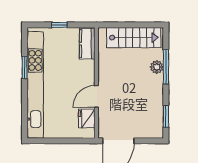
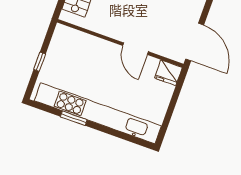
kitchen counter: (87, 44) -> (72, 38), removed
fridge: (87, 118) -> (168, 73), moved

